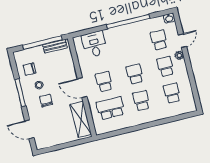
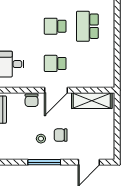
chair: (30, 69) -> (32, 100), moved
school desk: (141, 101) -> (87, 26), width x1.85
school desk: (111, 108) -> (87, 63), removed

